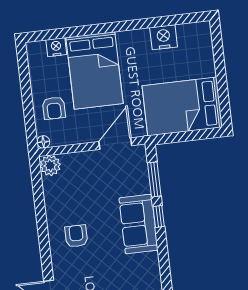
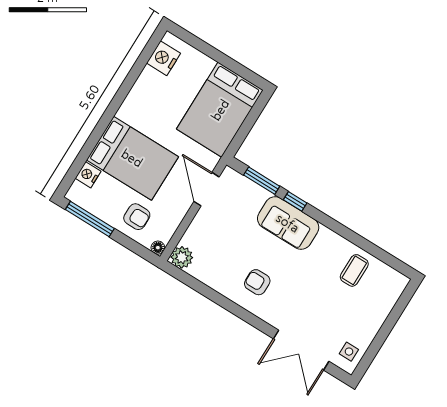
nightstand: (164, 37) -> (164, 58), moved
window: (24, 75) -> (90, 219), added

